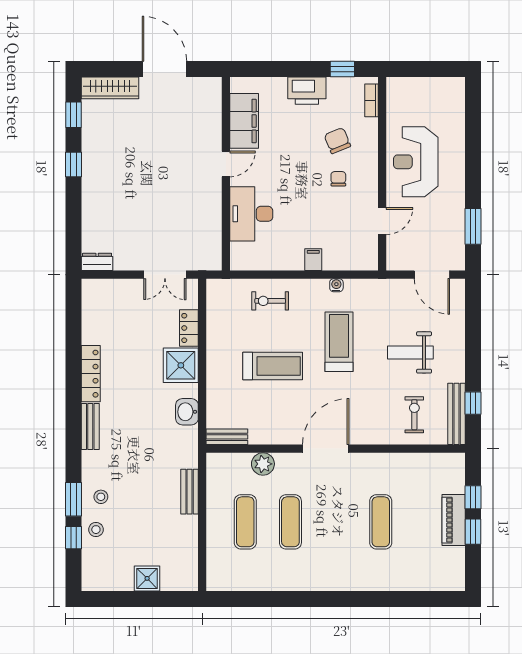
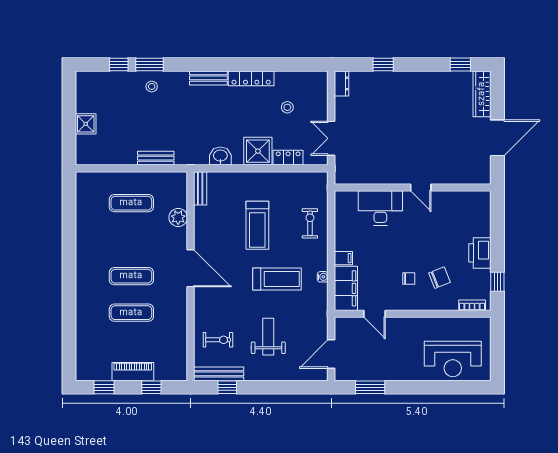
filing cabinet: (244, 121) -> (346, 288), moved, turned -90
reception desk: (416, 162) -> (453, 359), moved, turned 180
window: (74, 165) -> (383, 64), moved
exercise mat: (290, 522) -> (131, 276), moved
stool: (96, 530) -> (287, 107), moved
window: (473, 532) -> (104, 387), moved

